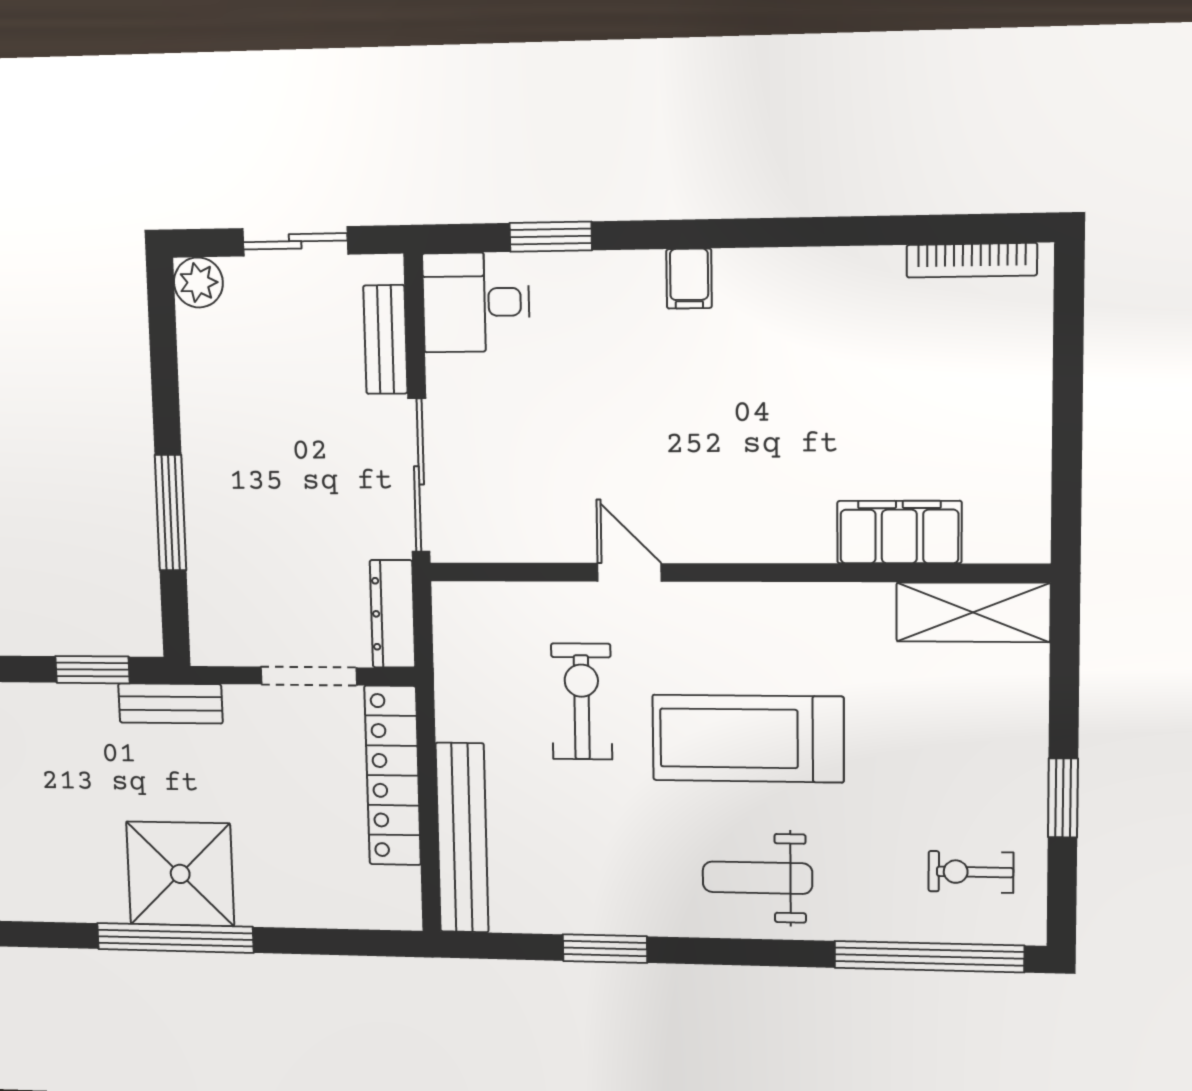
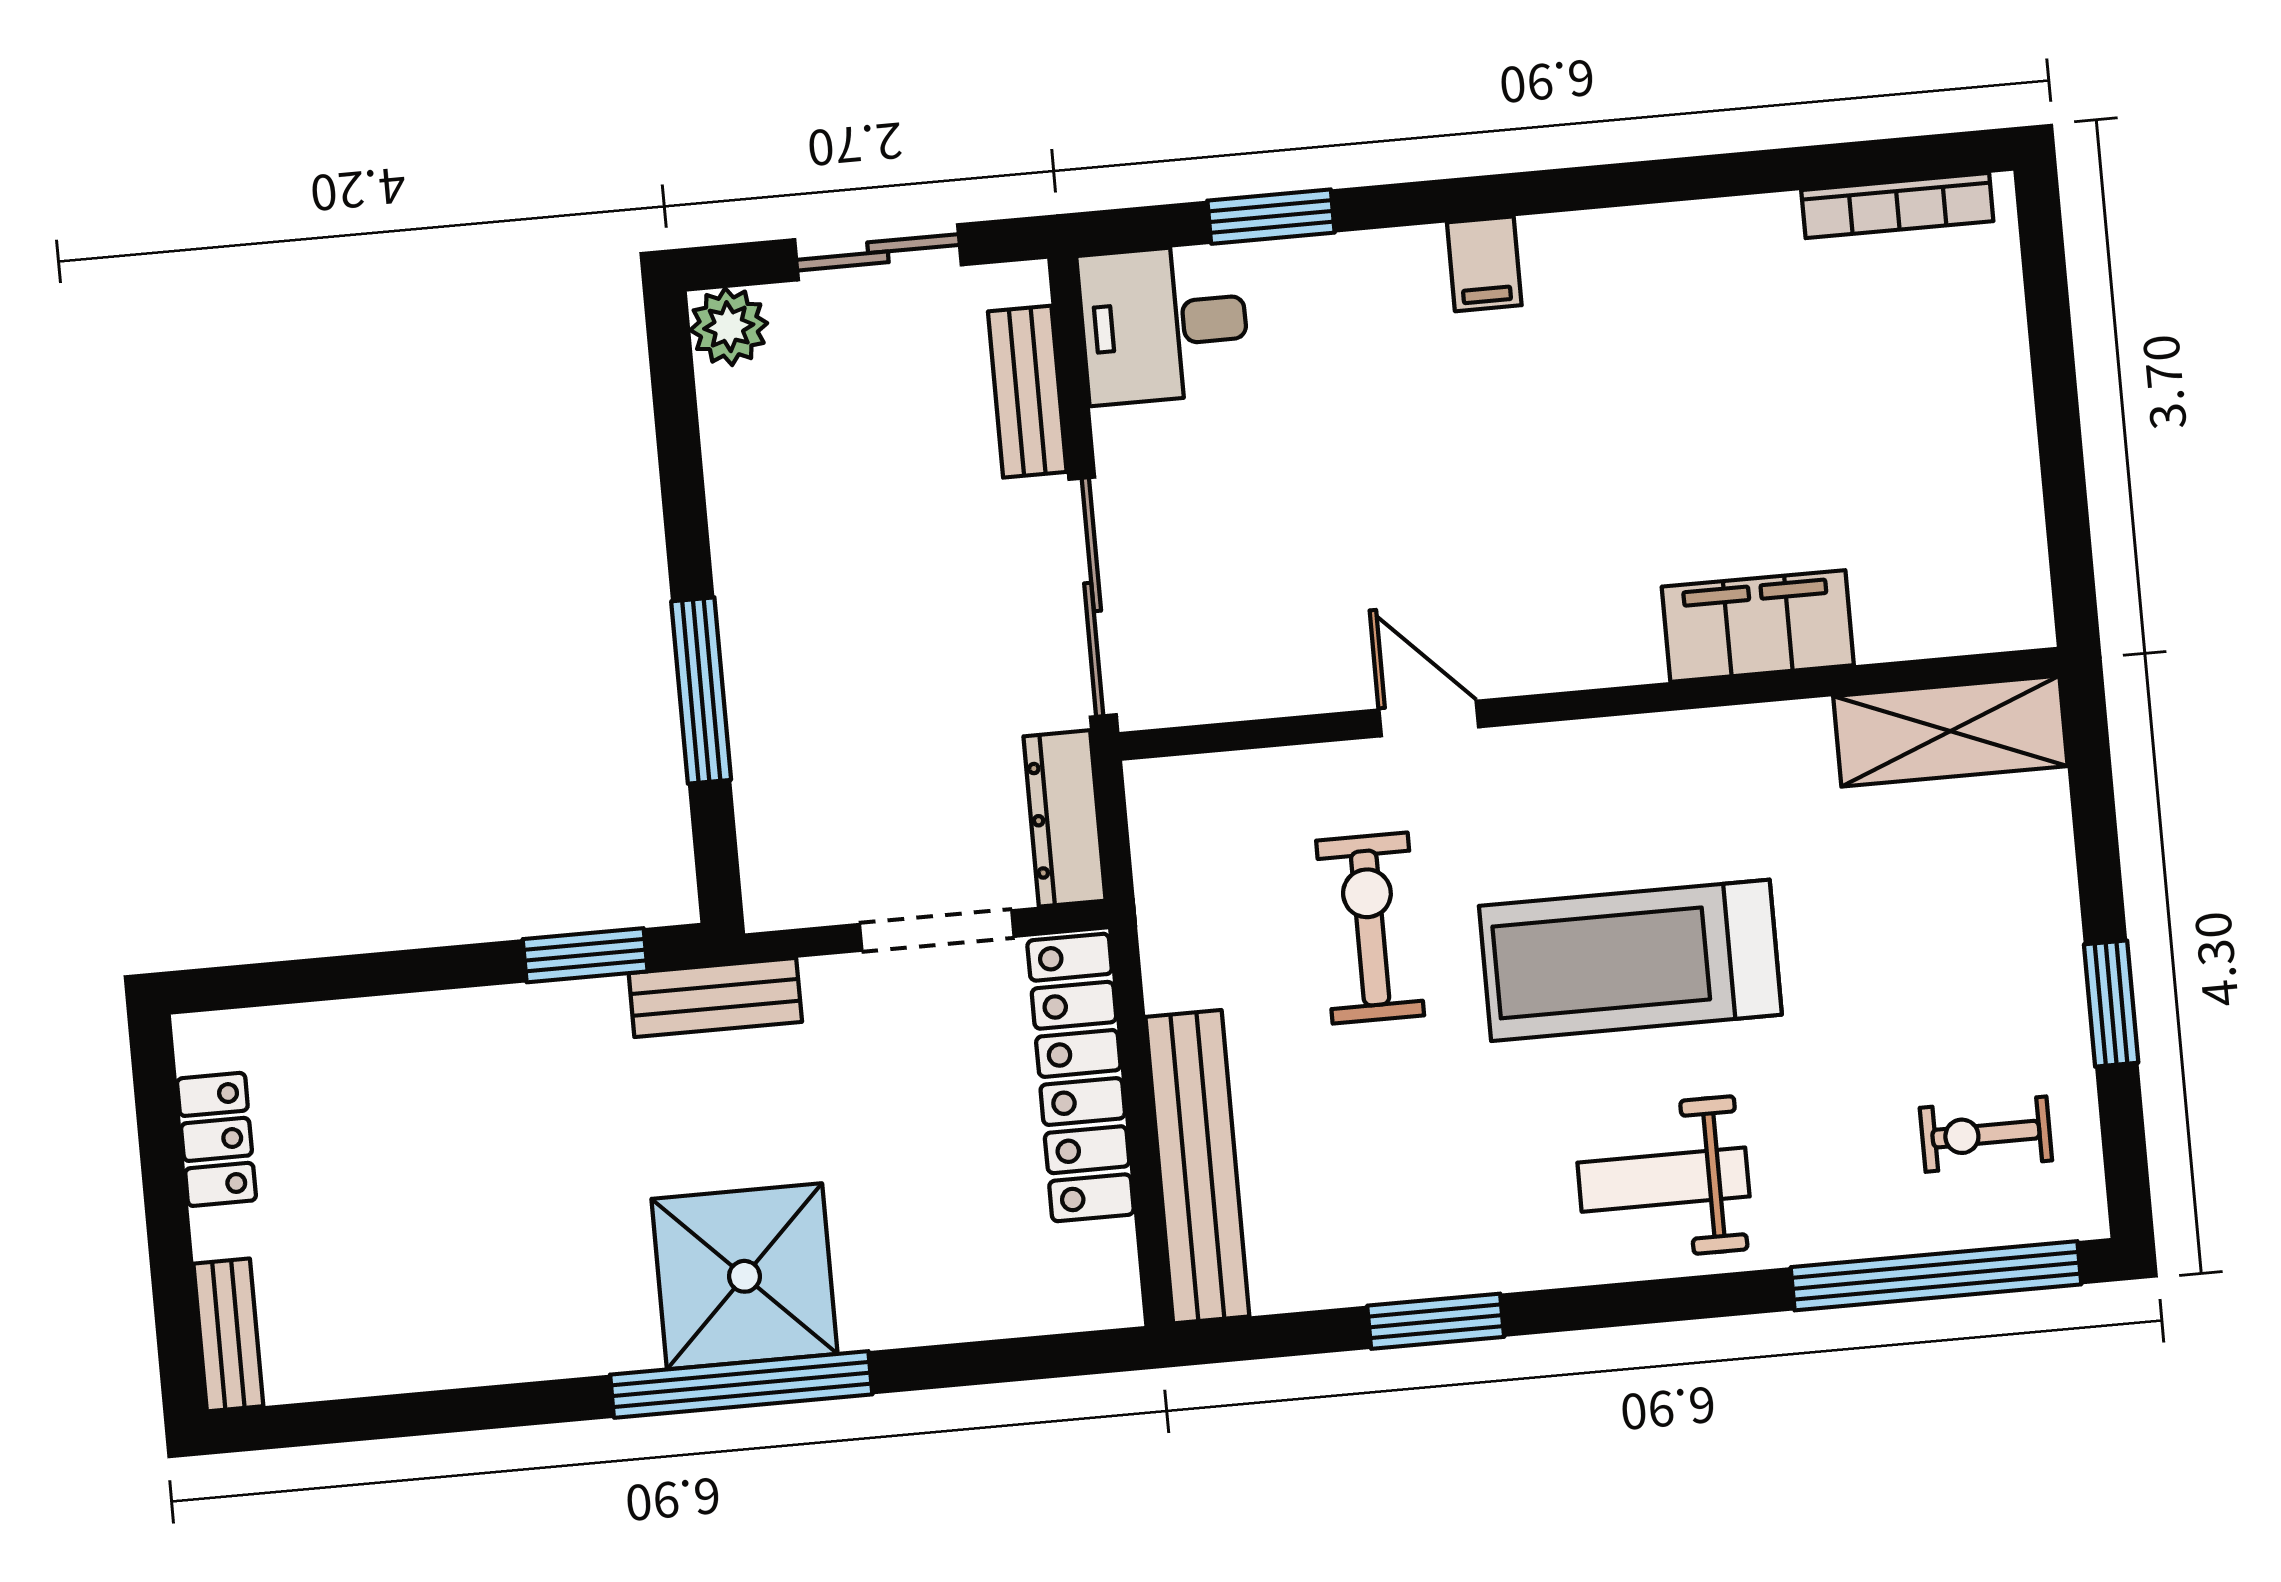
filing cabinet: (899, 532) -> (1758, 626), moved

